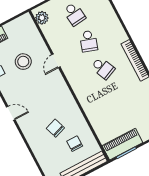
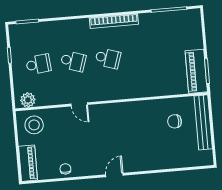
stool: (23, 62) -> (34, 125), moved
school desk: (103, 68) -> (108, 58), turned 42
chair: (55, 128) -> (150, 135), removed

